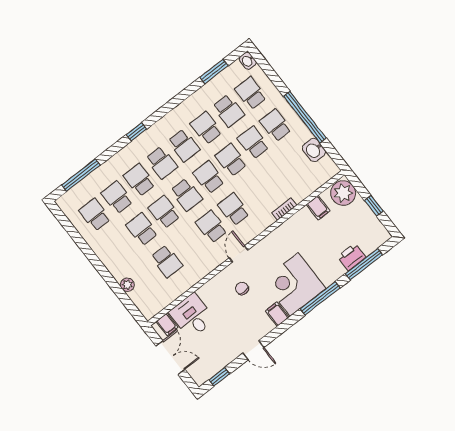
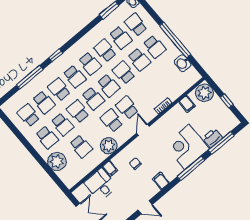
school desk: (276, 125) -> (154, 47), turned 180
school desk: (253, 143) -> (139, 60), turned 180
window: (81, 175) -> (30, 77), moved
school desk: (209, 177) -> (108, 86), turned 180
school desk: (117, 197) -> (44, 102), turned 180
school desk: (142, 229) -> (62, 124), turned 180
school desk: (120, 247) -> (47, 137), added
door: (238, 254) -> (143, 130), moved
plant: (206, 262) -> (109, 146), added
plant: (127, 285) -> (57, 161), width x1.87, depth x1.87
corner desk: (294, 285) -> (187, 147), moved
filing cabinet: (167, 324) -> (110, 168), moved

